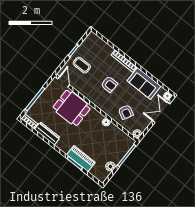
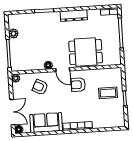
door: (64, 82) -> (63, 70), moved
armchair: (109, 84) -> (78, 85), moved
dresser: (47, 133) -> (74, 15), moved
piano: (81, 159) -> (42, 19), removed

